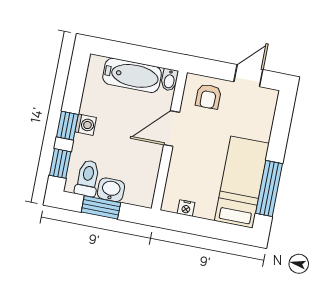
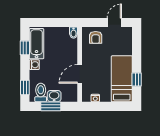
bathtub: (132, 75) -> (37, 44), moved, turned -90
window: (67, 126) -> (25, 48), moved
door: (172, 128) -> (80, 74), moved
window: (269, 189) -> (137, 79), width x0.46

